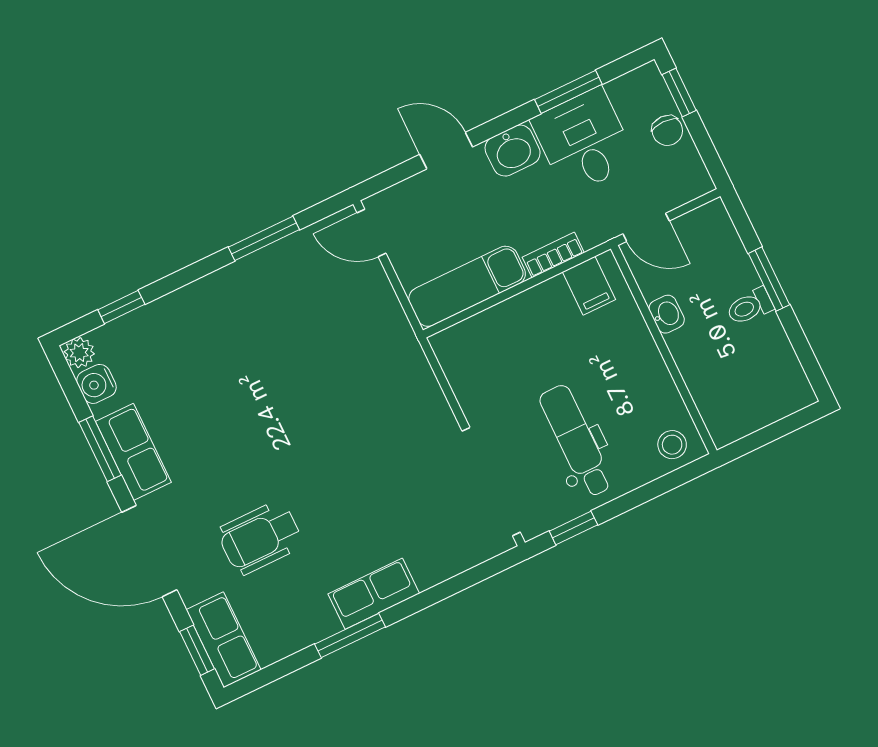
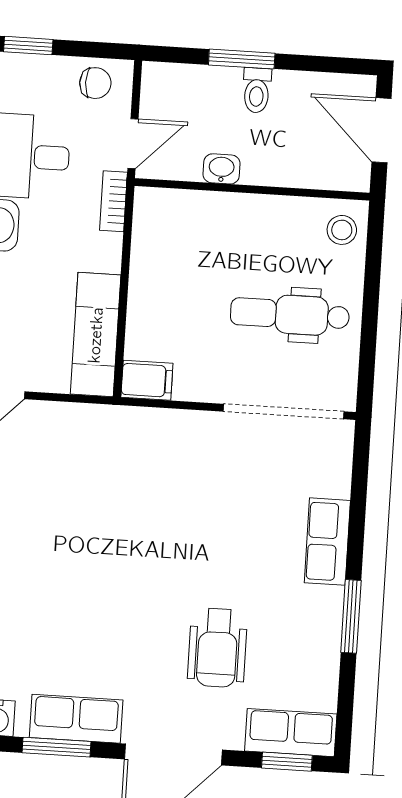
chair: (667, 130) -> (95, 83), moved
bookcase: (553, 255) -> (113, 201), moved
filing cabinet: (589, 286) -> (147, 380), moved
door: (775, 431) -> (382, 130), added
window: (573, 528) -> (367, 361), removed
row of seats: (374, 594) -> (327, 542), moved

